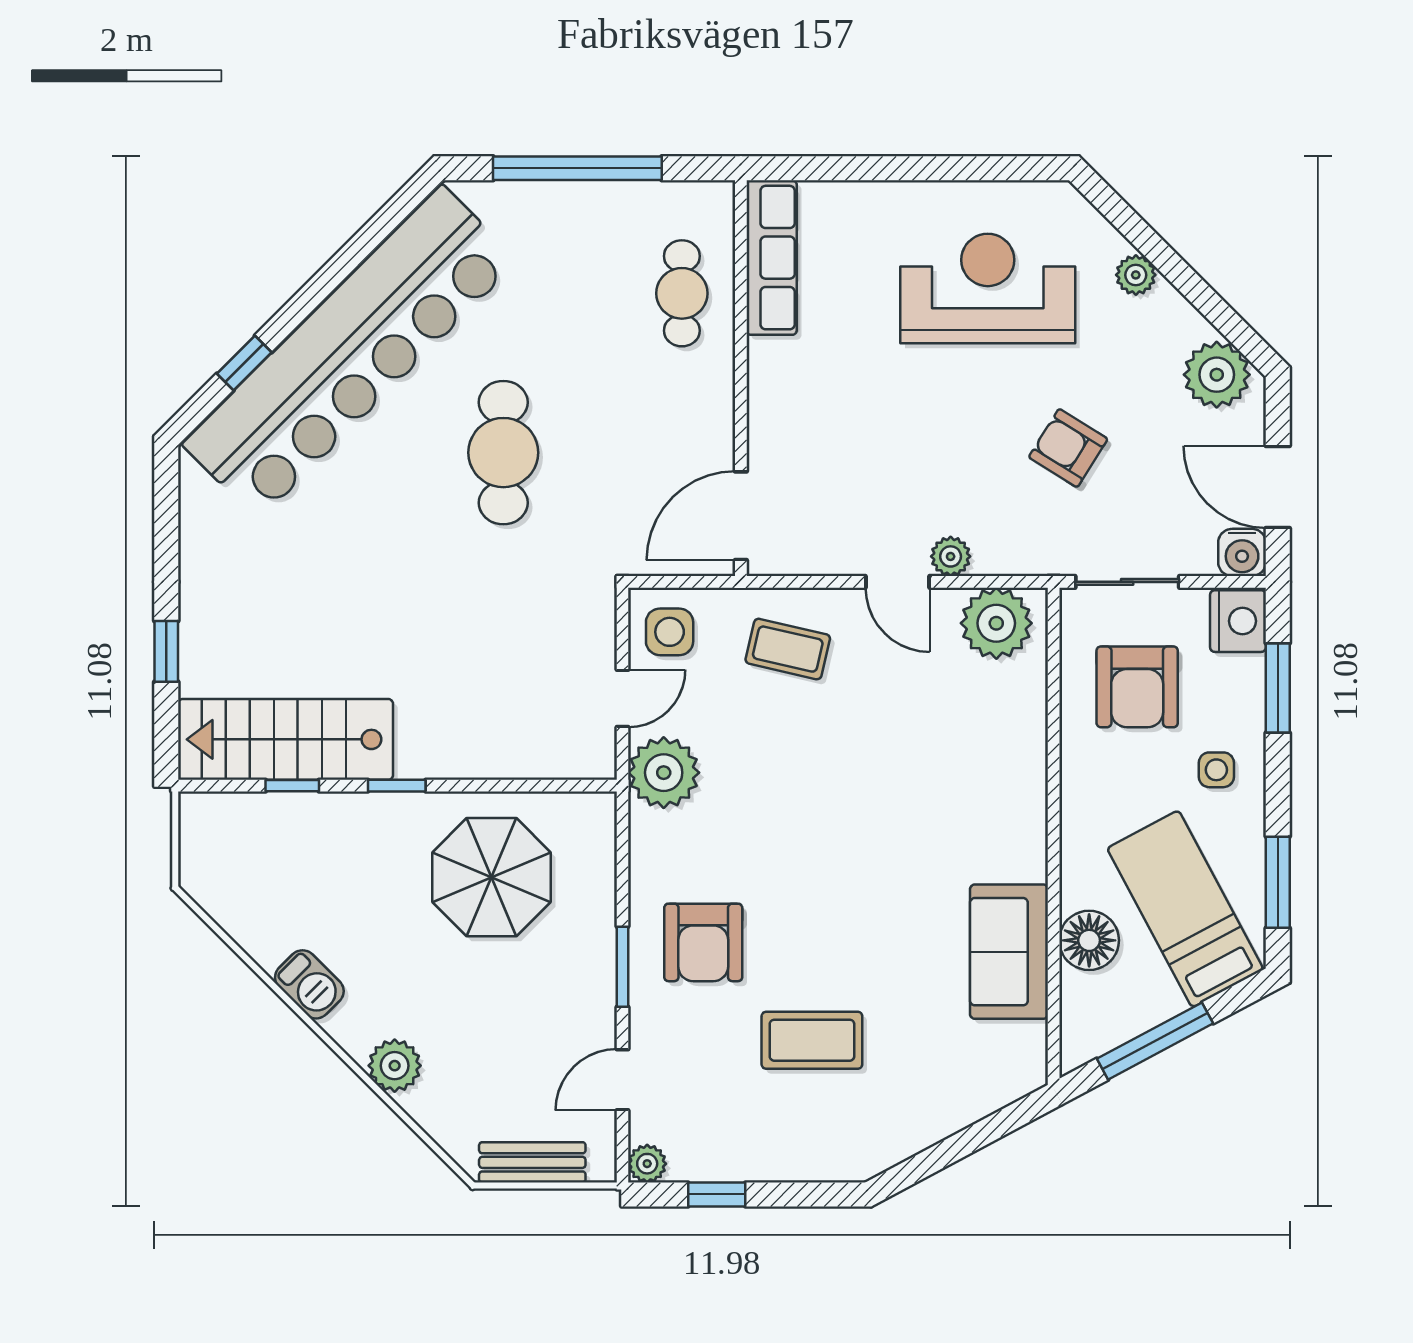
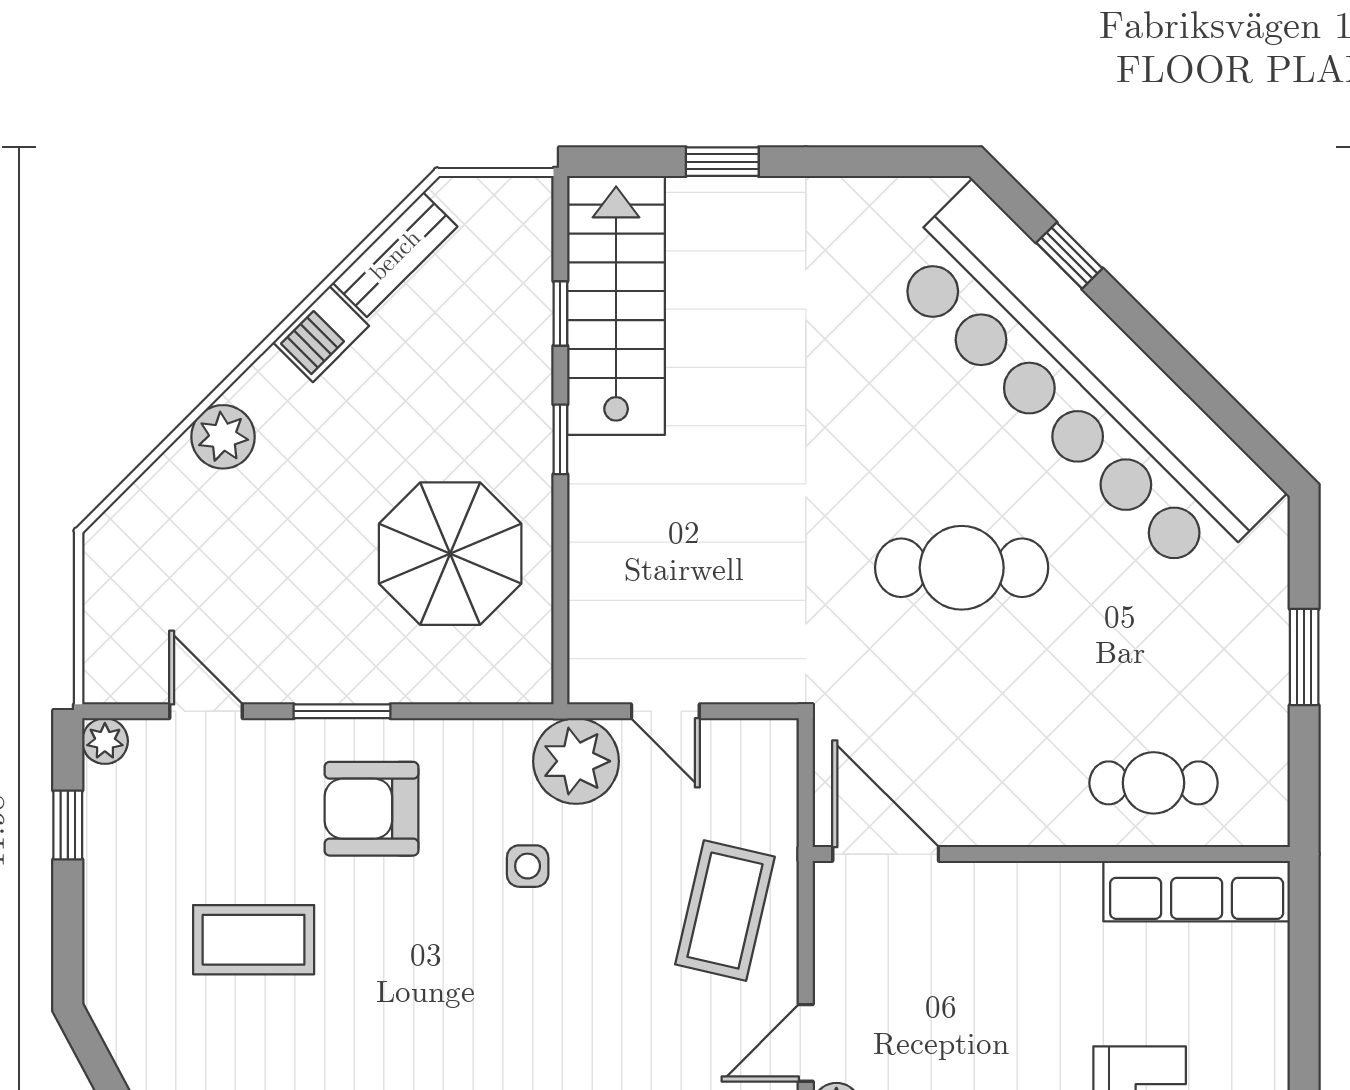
window: (577, 168) -> (1304, 657), width x0.47
side table: (670, 632) -> (528, 866), moved, width x0.73, depth x0.73
coffee table: (788, 649) -> (725, 911), width x1.36, depth x1.30
coffee table: (812, 1040) -> (254, 940), turned 90
bench: (532, 1162) -> (395, 255), moved, turned 45

